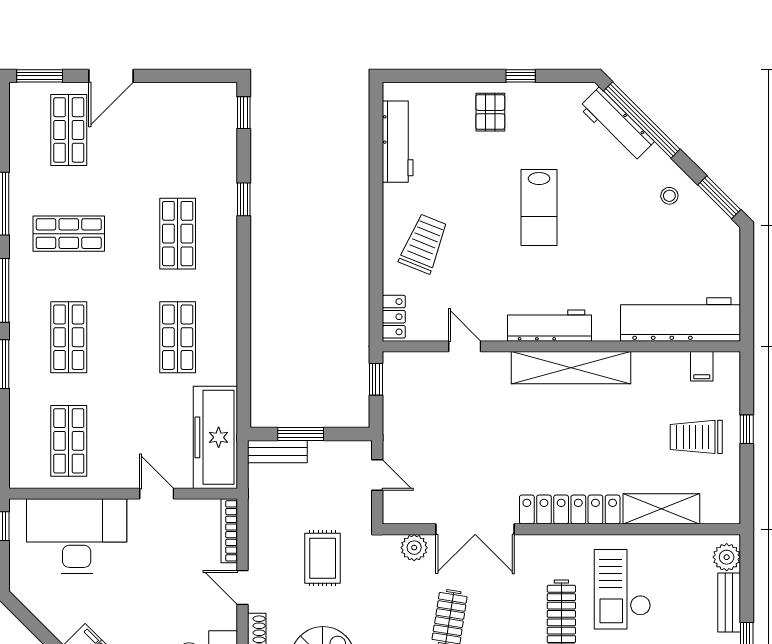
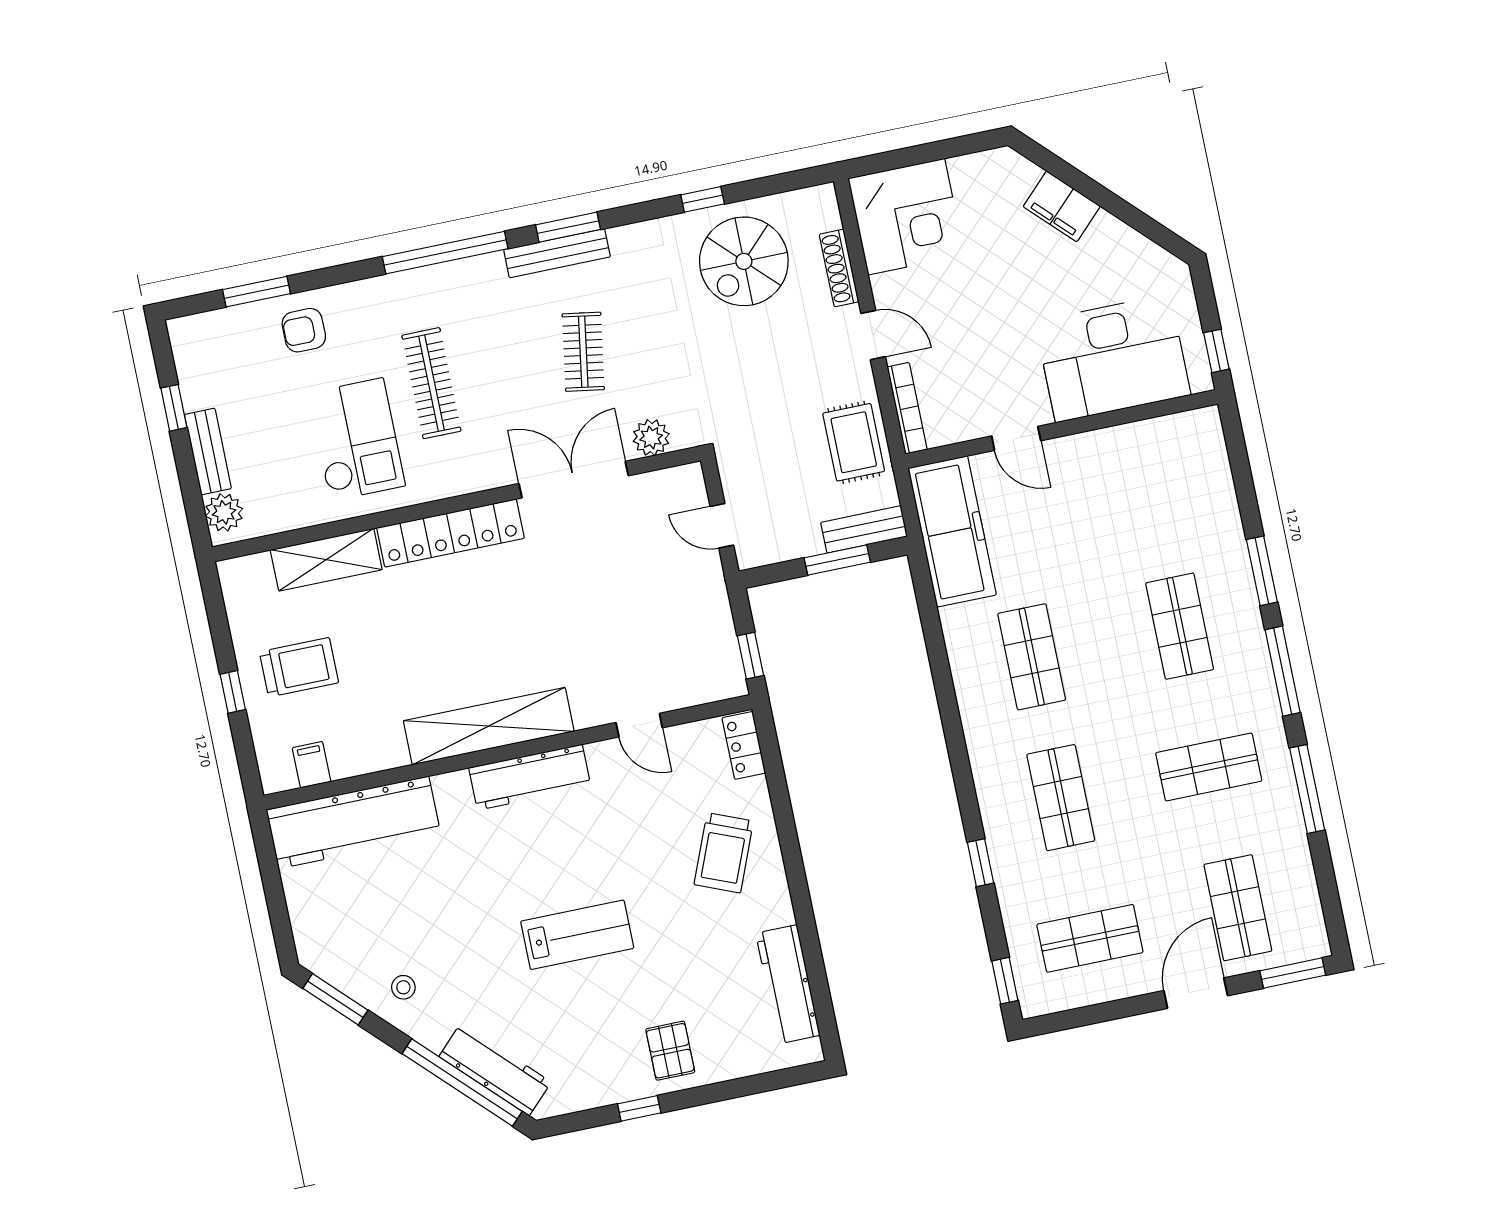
lab bench: (539, 207) -> (577, 935), turned 90
shop shelf: (69, 441) -> (1090, 938), moved, turned 90
rug: (323, 558) -> (854, 442), moved

